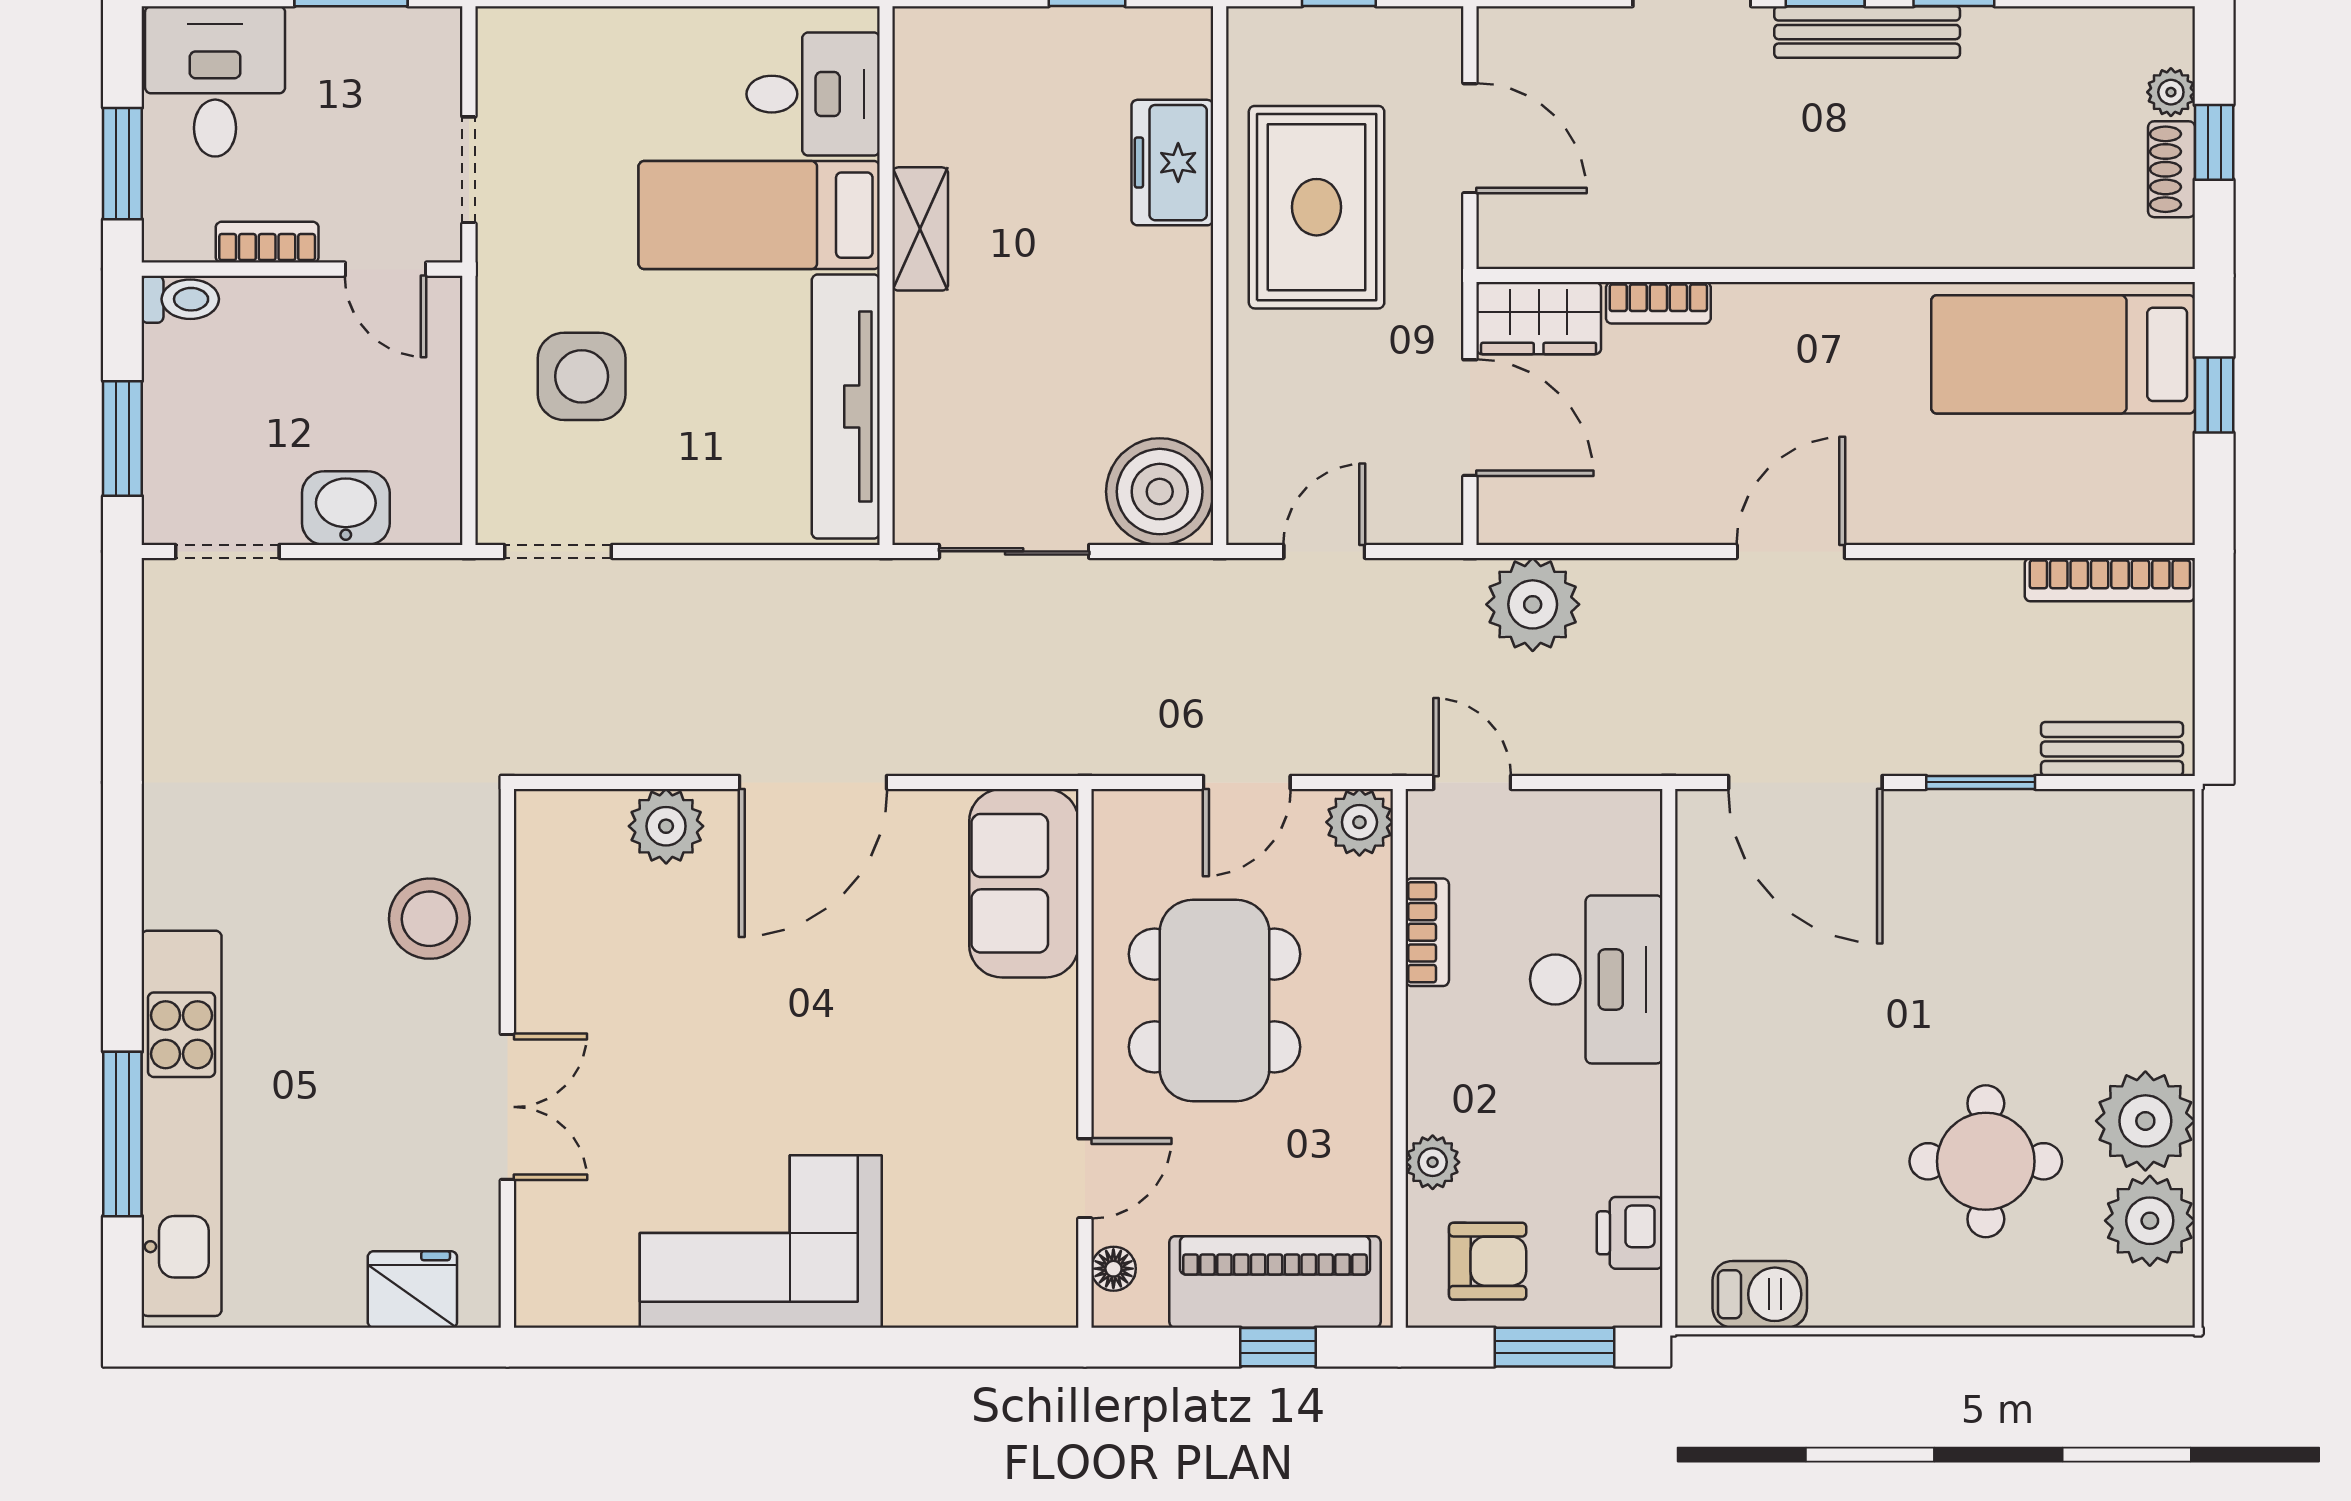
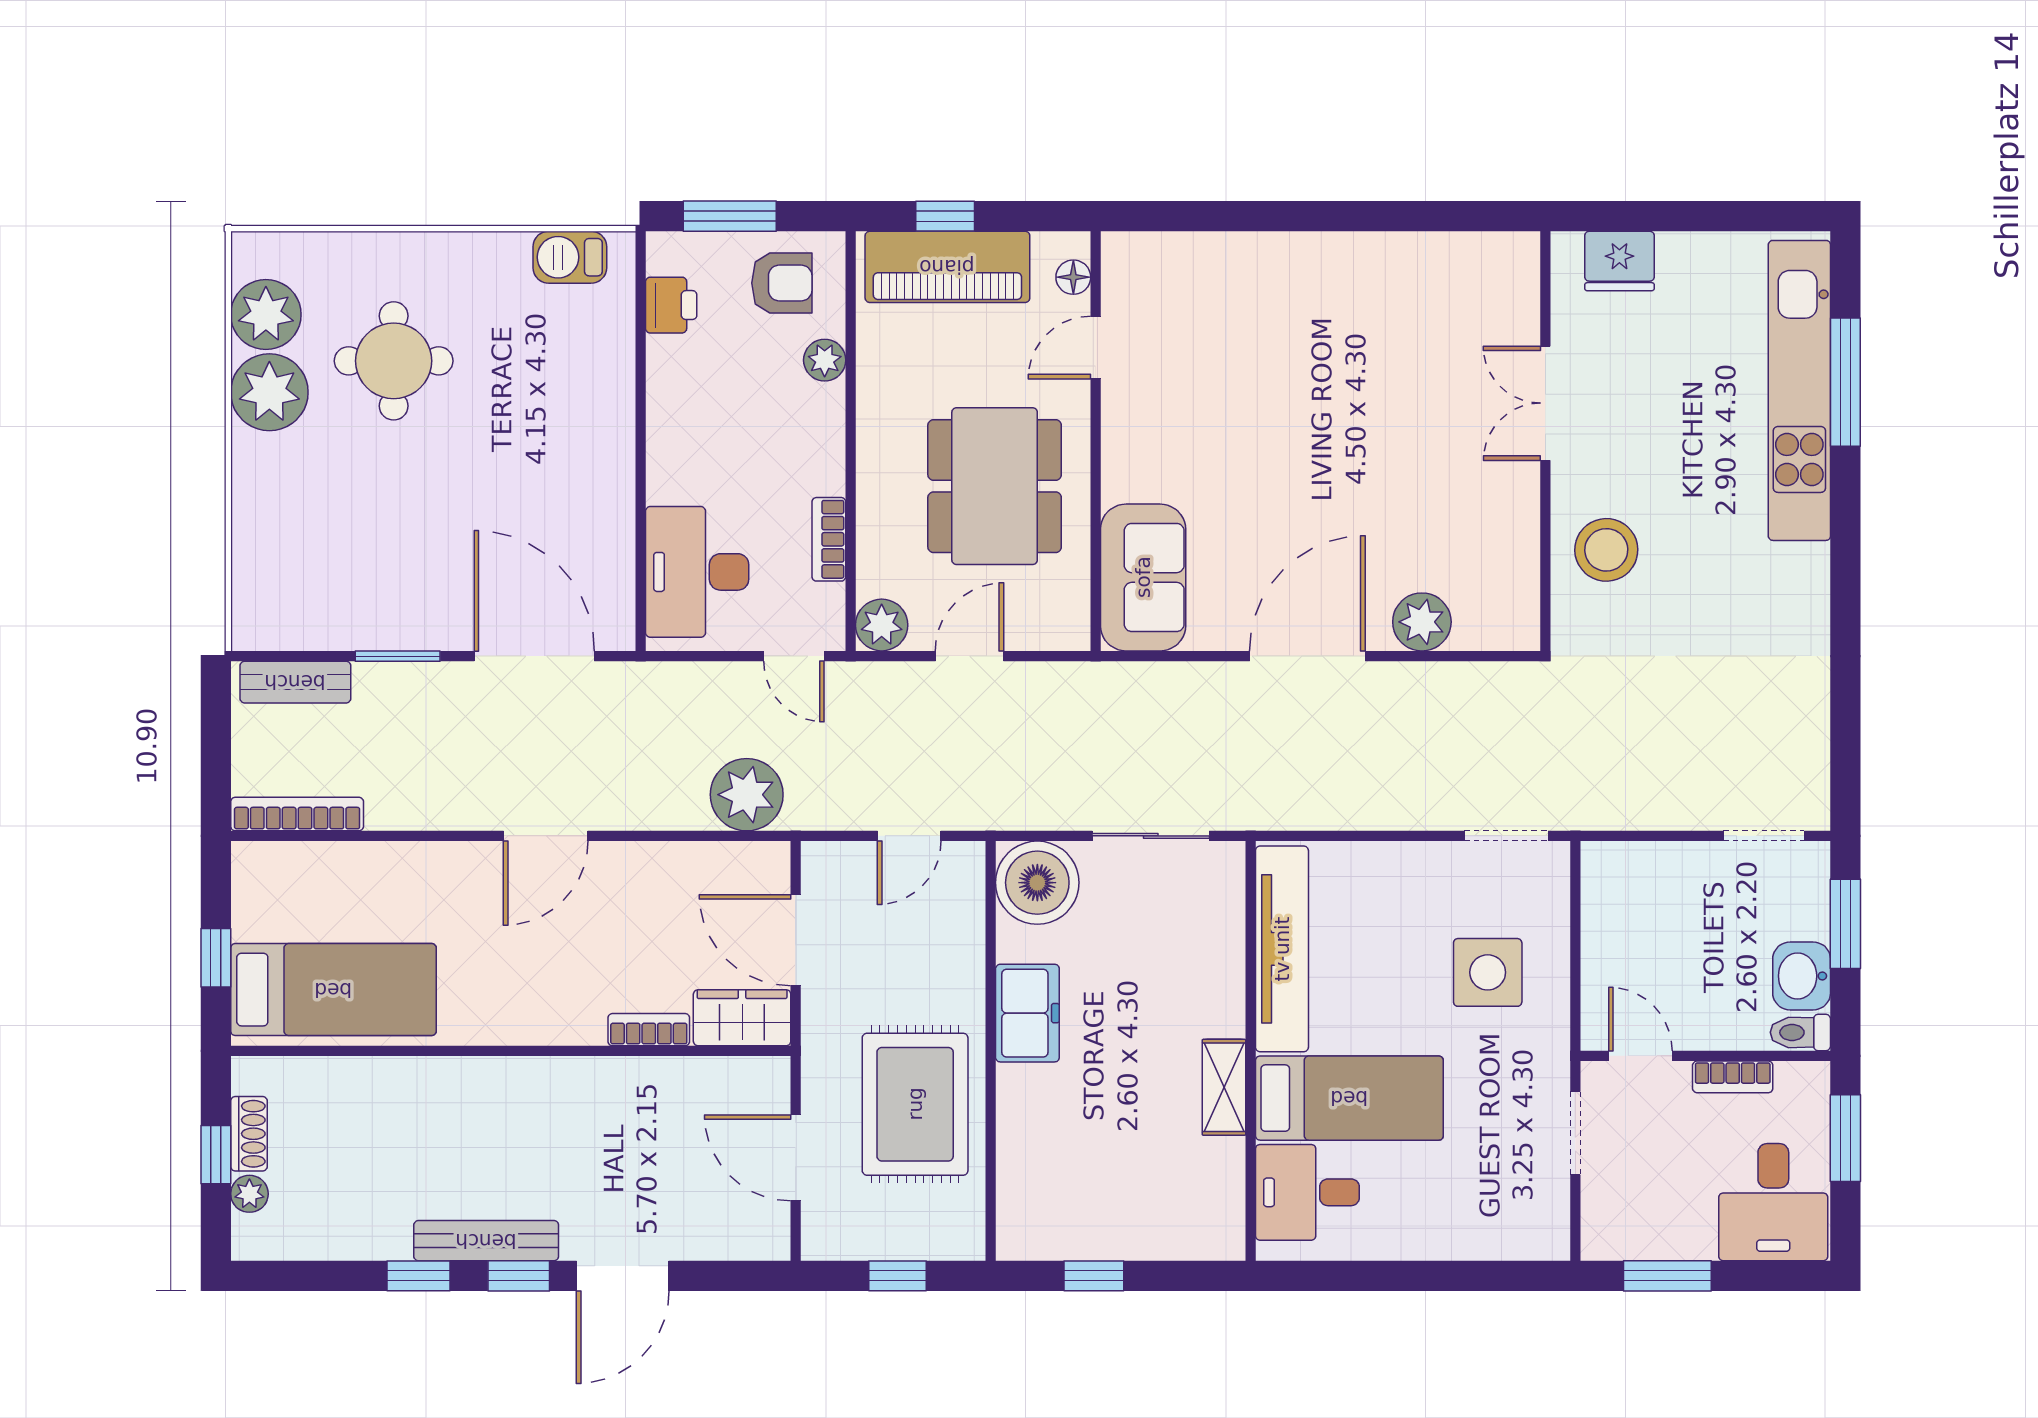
freezer: (1172, 163) -> (1027, 1013), moved
washbasin: (346, 508) -> (1802, 976), moved, turned 90
desk: (1596, 979) -> (697, 572), moved
corner sofa: (761, 1241) -> (1348, 298), removed
armchair: (1488, 1261) -> (782, 283), turned 180

